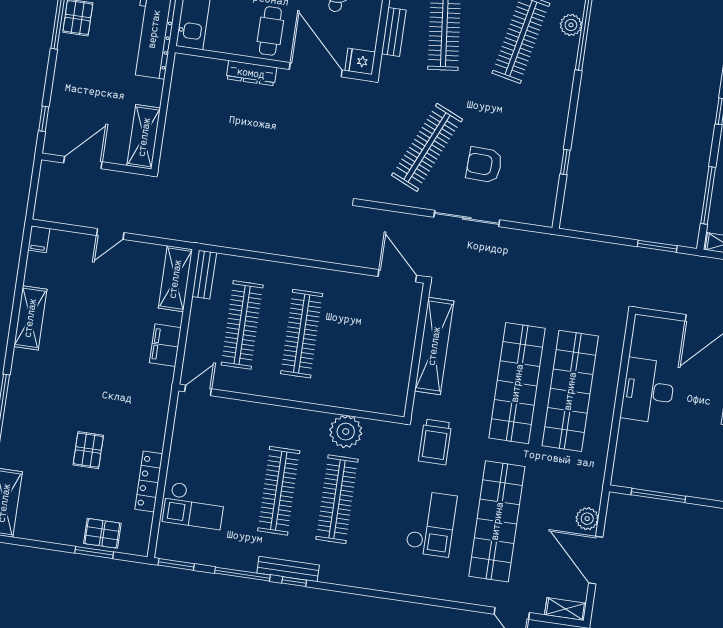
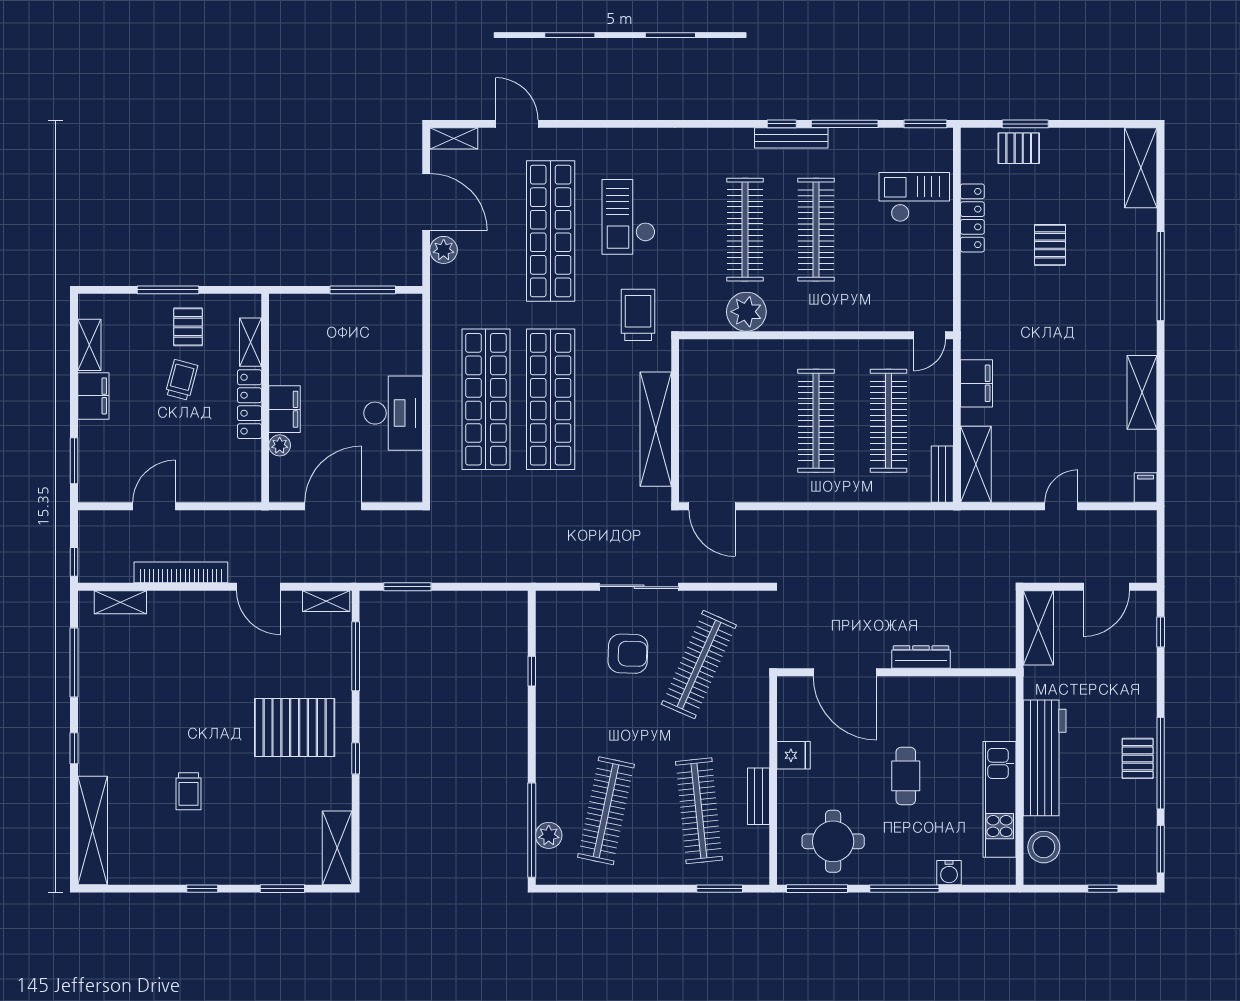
wall: (273, 64) -> (896, 672), moved
door: (316, 70) -> (845, 672), moved
dresser: (251, 73) -> (921, 657), moved

